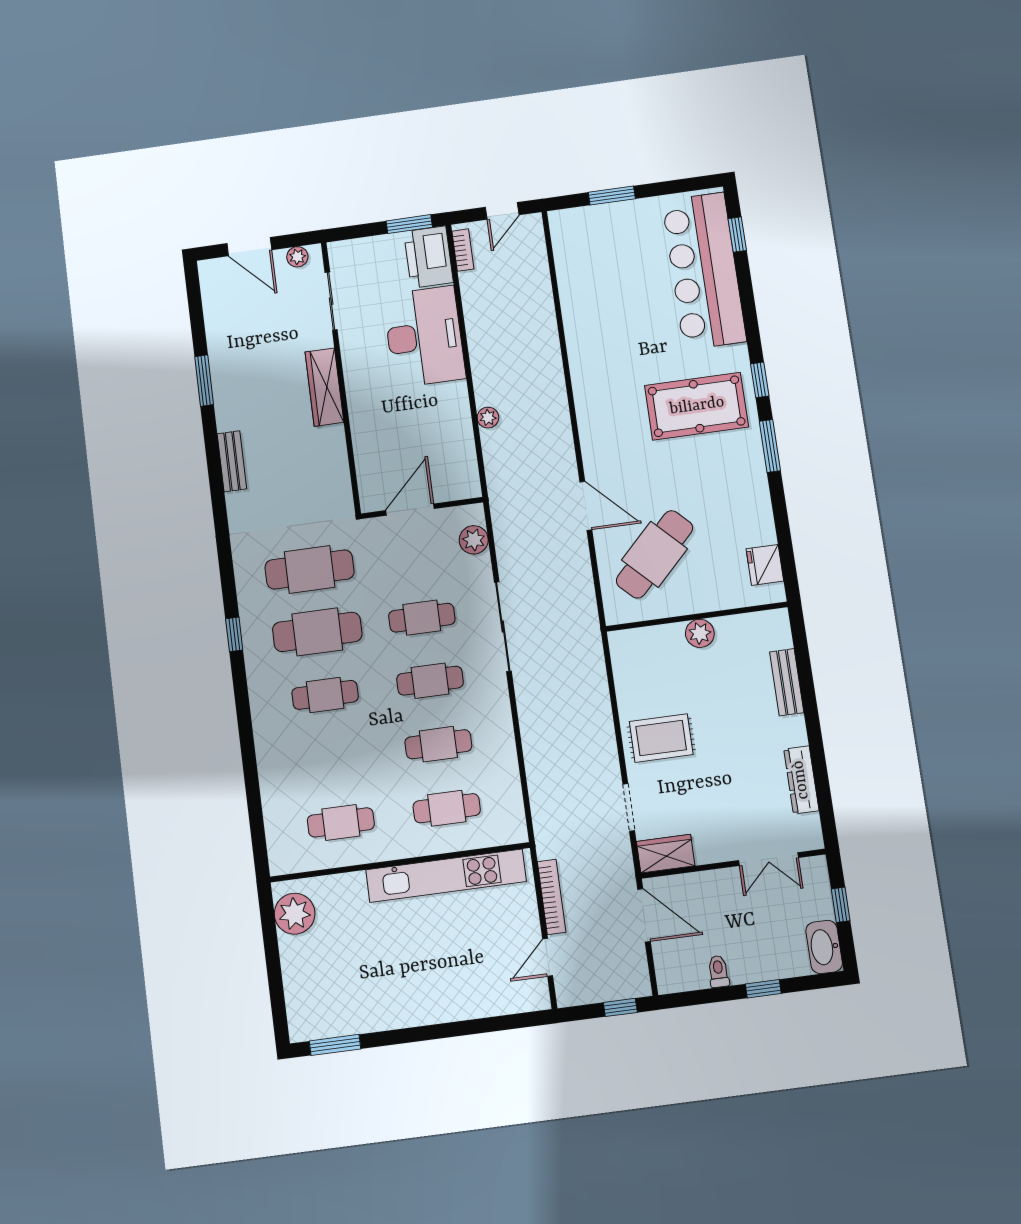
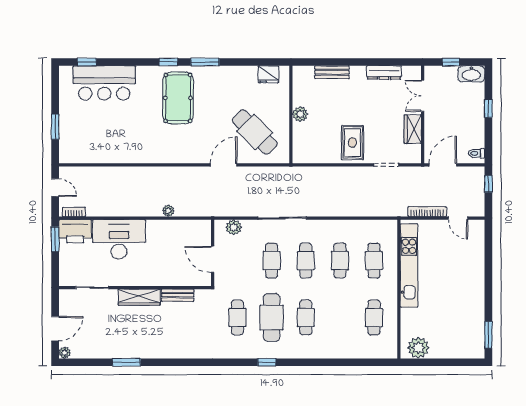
plant: (297, 257) -> (65, 353), moved
bar counter: (704, 271) -> (104, 83), width x0.73
bench: (232, 461) -> (178, 295), moved
cafe table: (310, 569) -> (237, 317), width x0.73, depth x0.74
wardrobe: (666, 854) -> (413, 129), moved
double door: (768, 859) -> (423, 96), swing flipped
toilet: (718, 971) -> (477, 153), moved

